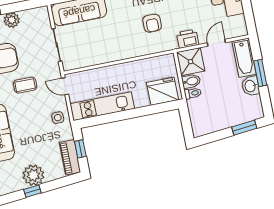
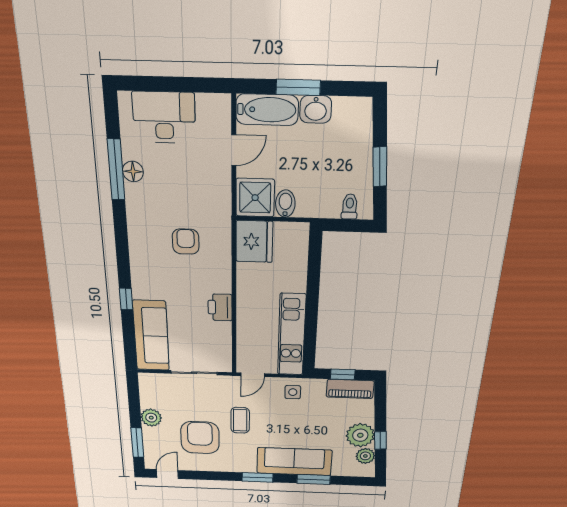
armchair: (152, 23) -> (186, 242), turned -90
printer: (188, 39) -> (220, 307), moved
door: (216, 43) -> (234, 150), swing flipped
fridge: (163, 91) -> (254, 242), moved, turned 180
toilet: (193, 93) -> (350, 207), moved
window: (244, 128) -> (380, 167), moved
plant: (16, 184) -> (365, 456), added

